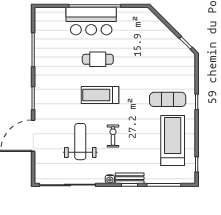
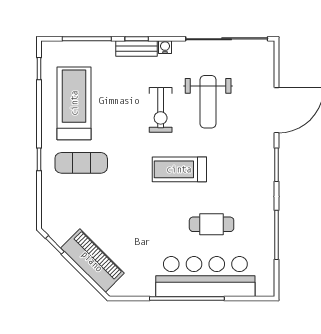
bar counter: (91, 21) -> (205, 277), width x1.36
piano: (160, 32) -> (92, 261), added
cafe table: (98, 59) -> (212, 224), moved
treadmill: (100, 95) -> (179, 169), turned 180
exercise bike: (113, 136) -> (161, 110), width x1.38, depth x1.39
treadmill: (173, 140) -> (74, 103), turned 180

